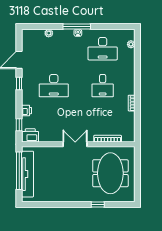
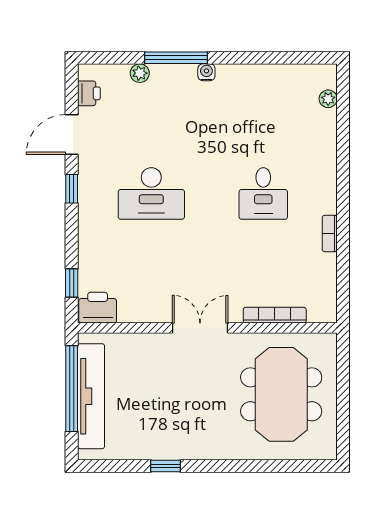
window: (77, 26) -> (176, 58), moved
desk: (103, 49) -> (263, 109), removed
printer: (27, 111) -> (89, 93), moved
window: (98, 205) -> (166, 466), moved

